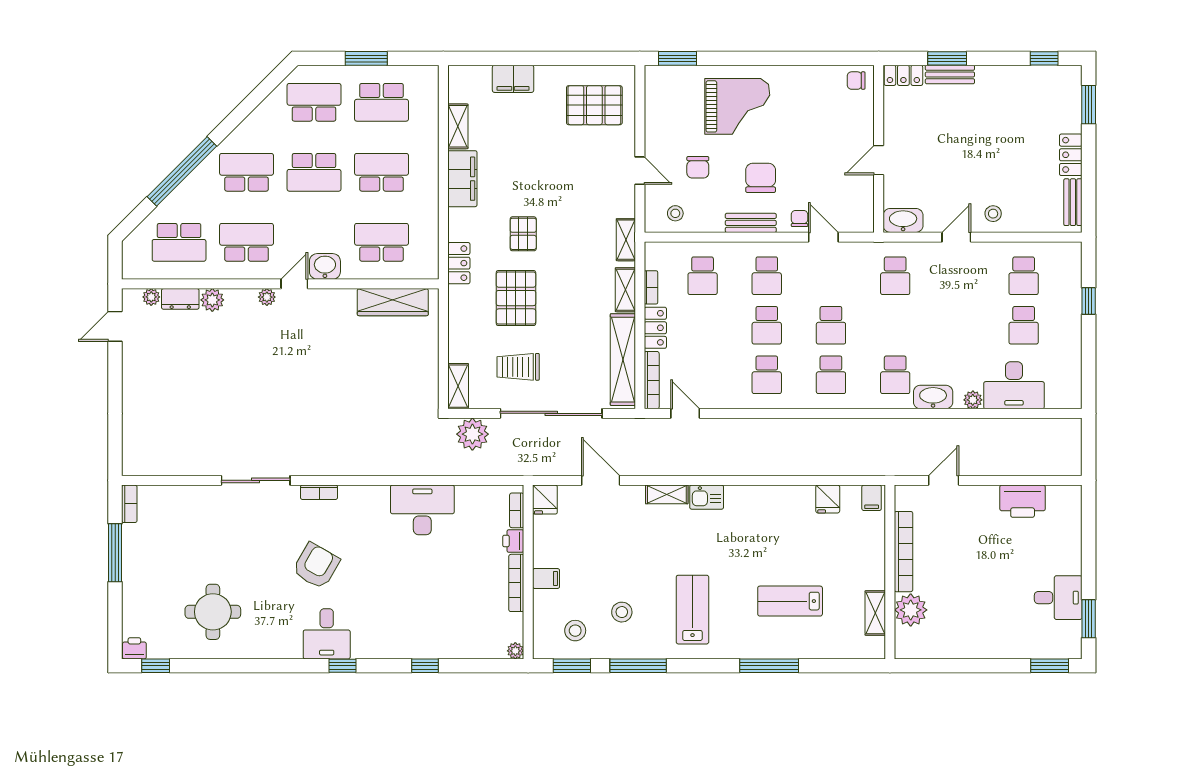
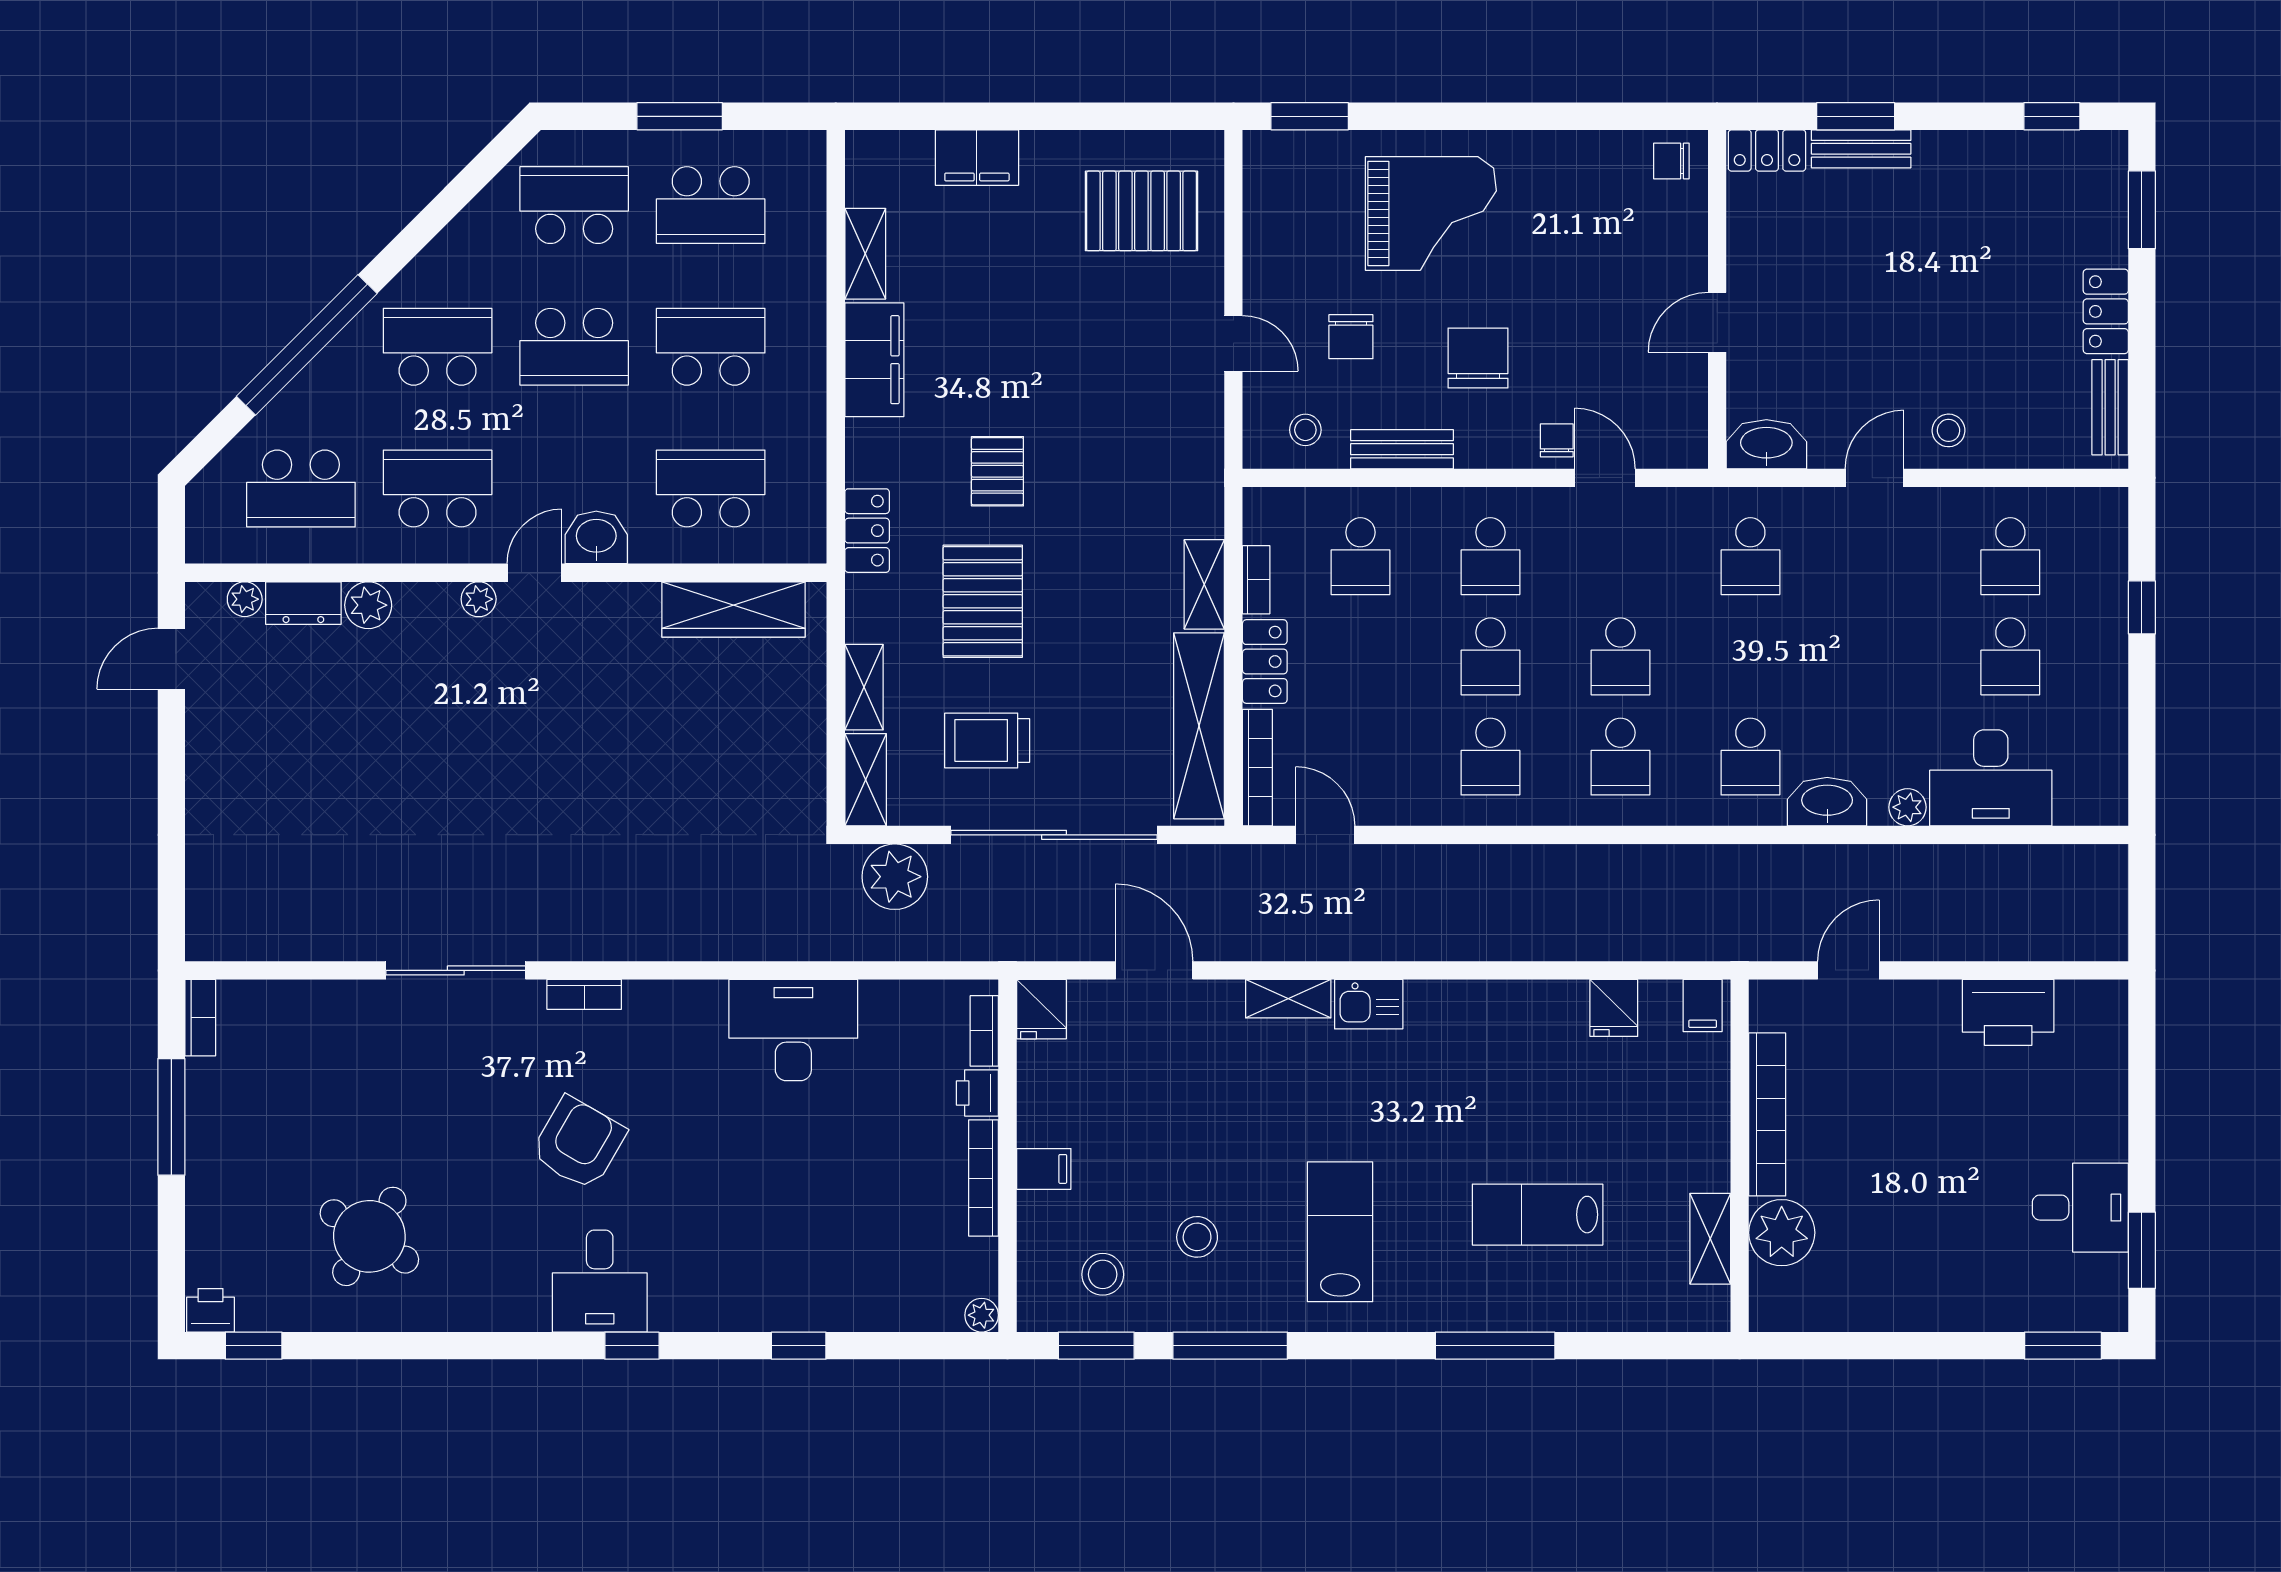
bench: (751, 223) -> (1402, 449), moved
shelving: (626, 240) -> (864, 687), moved
round table: (213, 612) -> (369, 1236), turned 33

